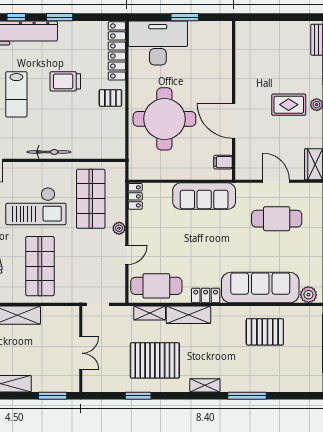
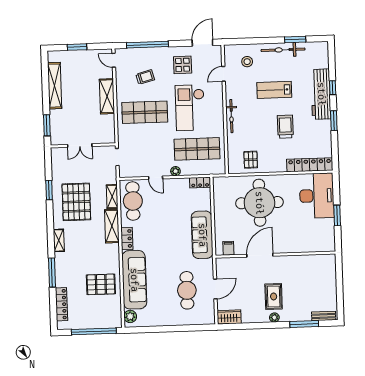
pallet: (110, 98) -> (251, 160), moved
pallet: (265, 332) -> (101, 284), turned 90
locker: (289, 385) -> (61, 304), added

